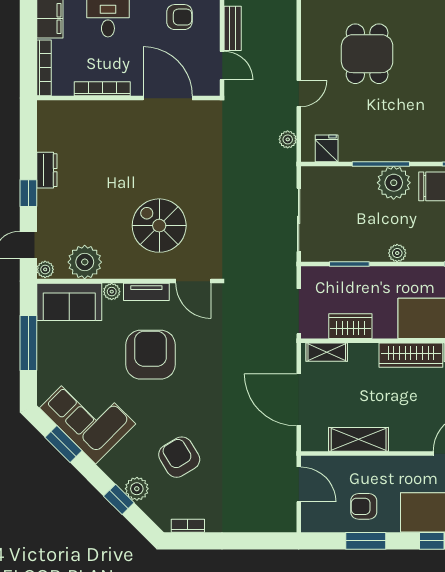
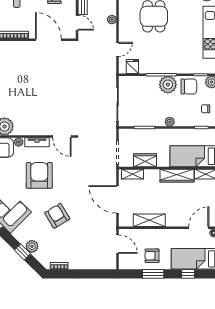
door: (299, 94) -> (118, 49), moved
plant: (288, 139) -> (112, 20), moved
spiral stairs: (159, 226) -> (44, 107), removed
armchair: (179, 457) -> (57, 216), moved

